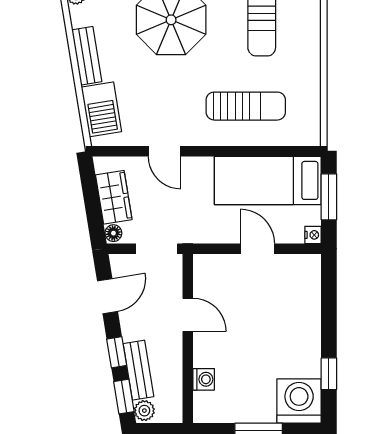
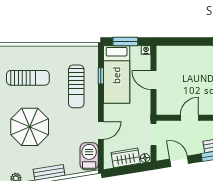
sun lounger: (246, 106) -> (76, 86), turned 180
barbecue: (101, 109) -> (89, 156), moved, turned -81
window: (265, 151) -> (101, 76), added
door: (257, 249) -> (154, 80), hinge flipped

